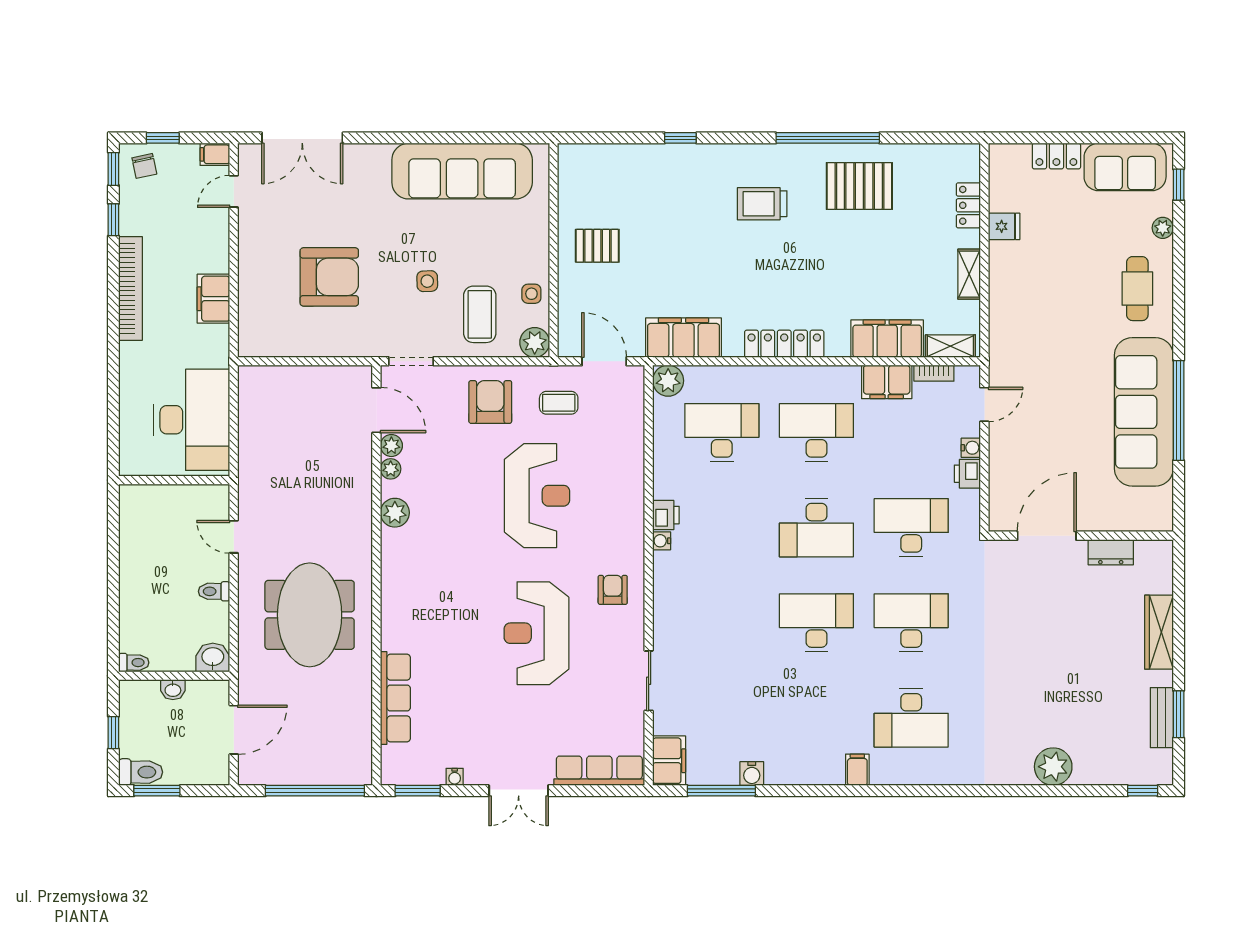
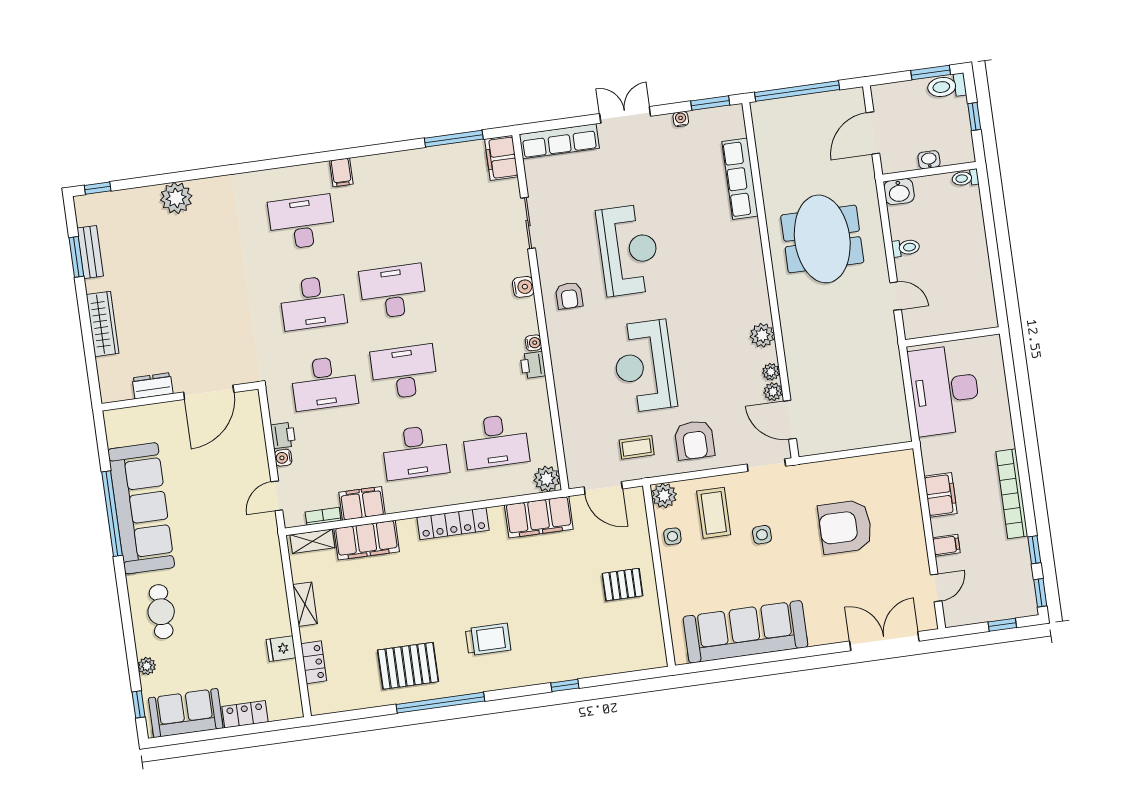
filing cabinet: (215, 154) -> (946, 545), moved
chair: (144, 166) -> (1015, 599), removed
desk: (816, 623) -> (393, 292), turned 180
water cooler: (752, 774) -> (523, 287), moved, turned 90

